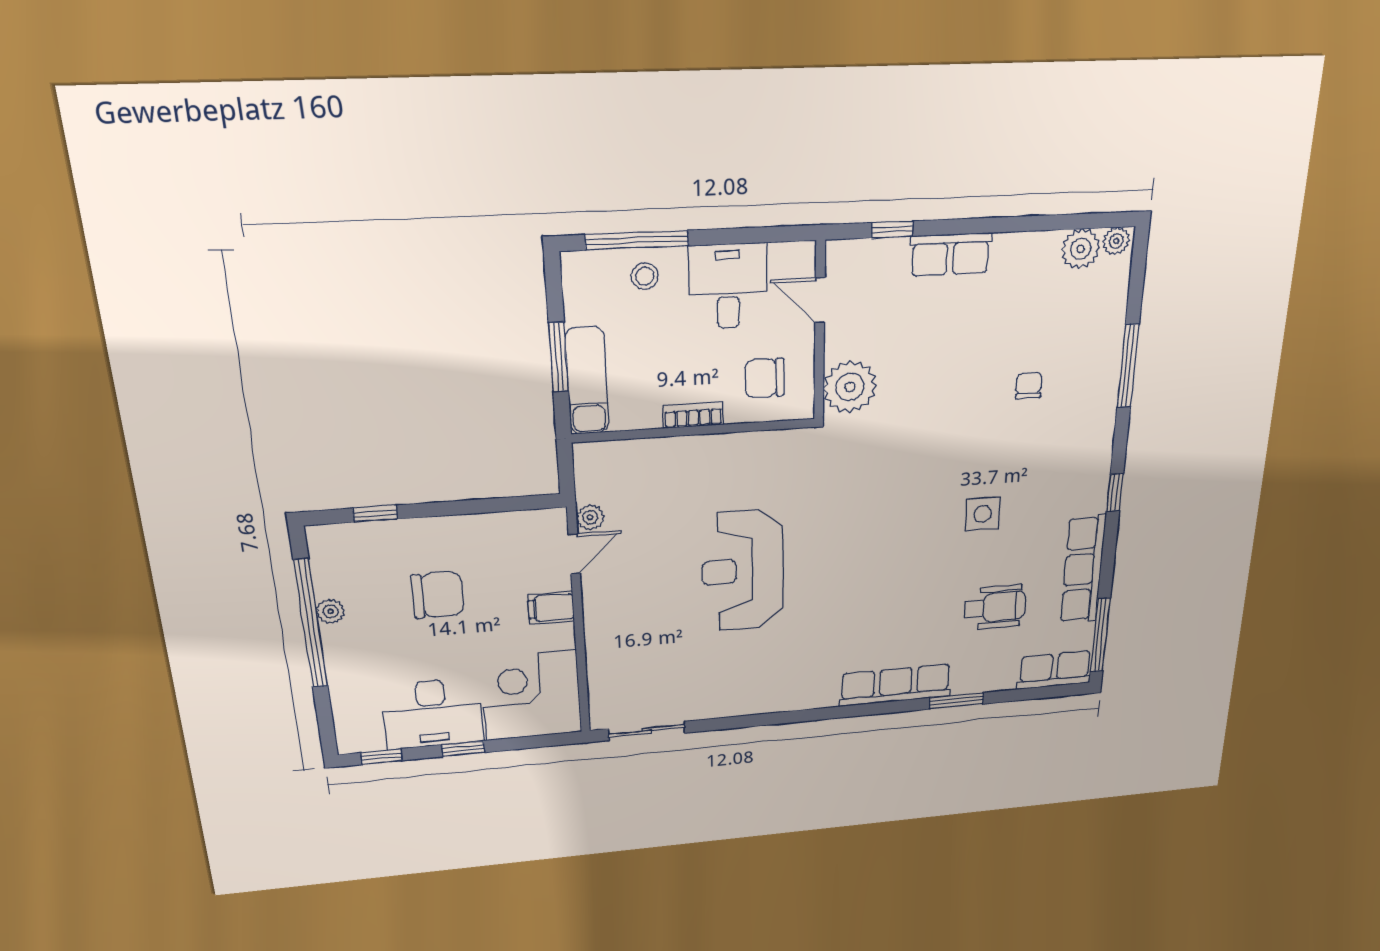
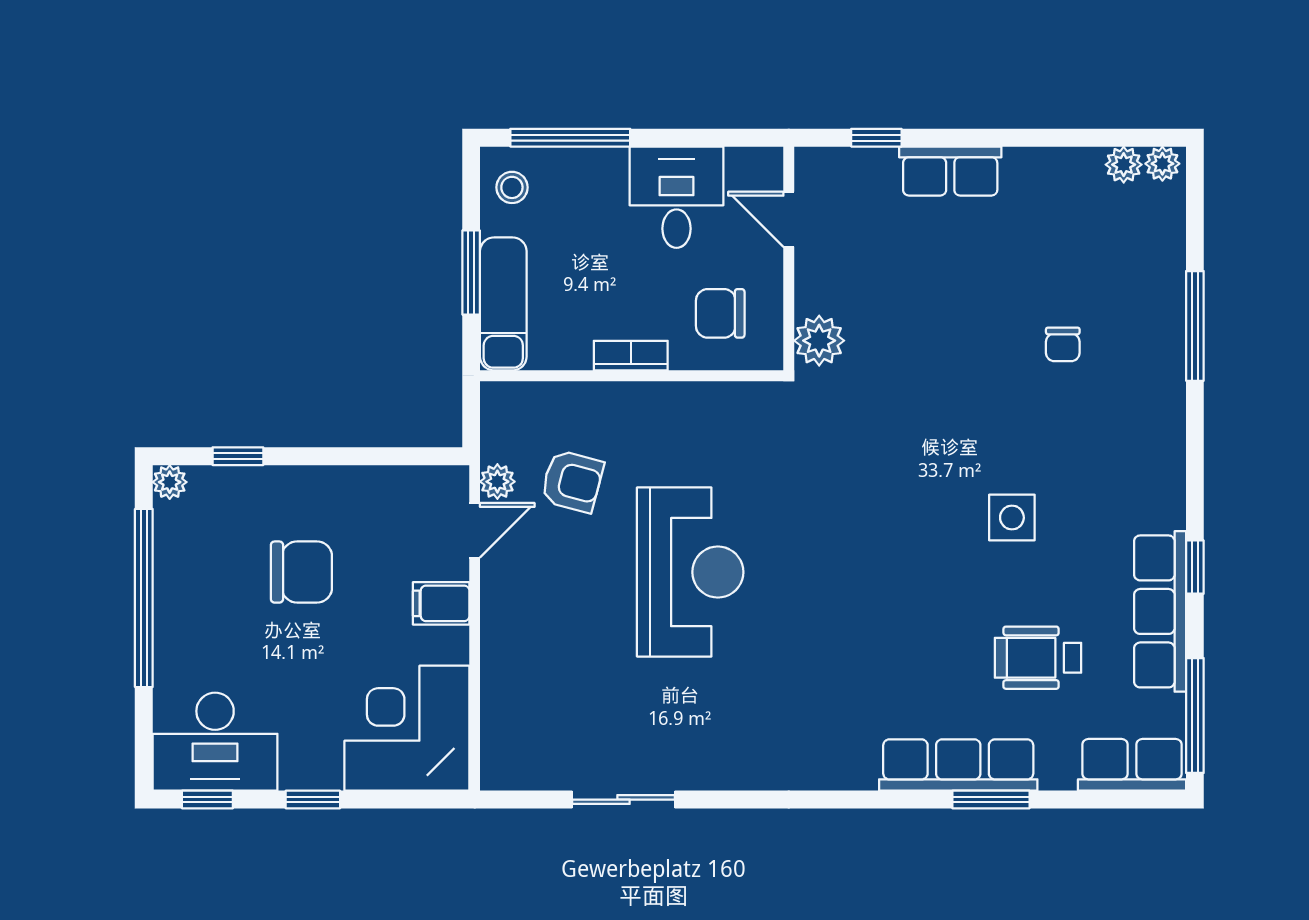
plant: (1081, 249) -> (1124, 165), width x0.73, depth x0.73
stool: (645, 276) -> (512, 187), moved
chair: (1029, 386) -> (1063, 344), turned 180
plant: (850, 387) -> (819, 341), width x0.73, depth x0.73
window: (1115, 492) -> (1195, 567), moved
armchair: (650, 513) -> (572, 481), added
reception desk: (743, 570) -> (690, 572), turned 180
wheelchair: (995, 607) -> (1038, 658), turned 180
plant: (331, 611) -> (170, 482), moved
row of seats: (896, 685) -> (958, 765), moved
desk: (432, 713) -> (215, 742), moved
sliding door: (647, 731) -> (623, 800), moved

